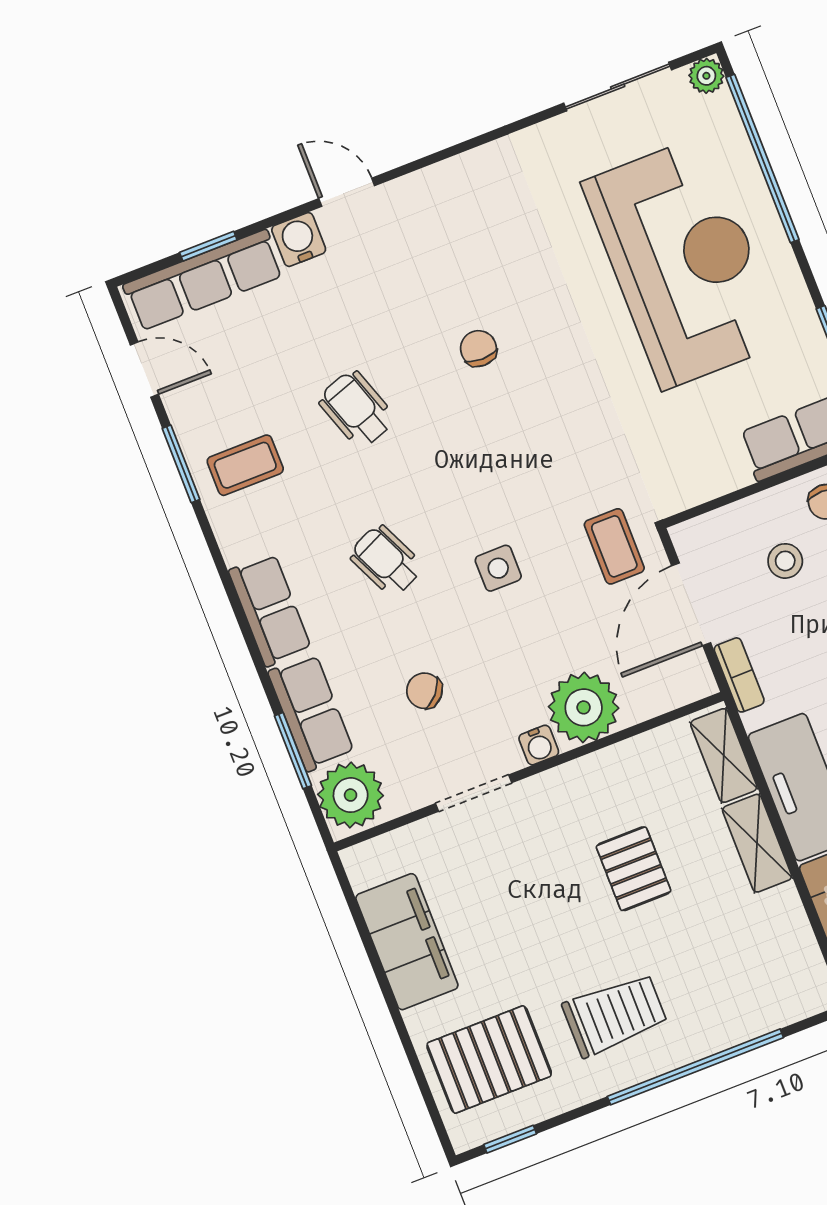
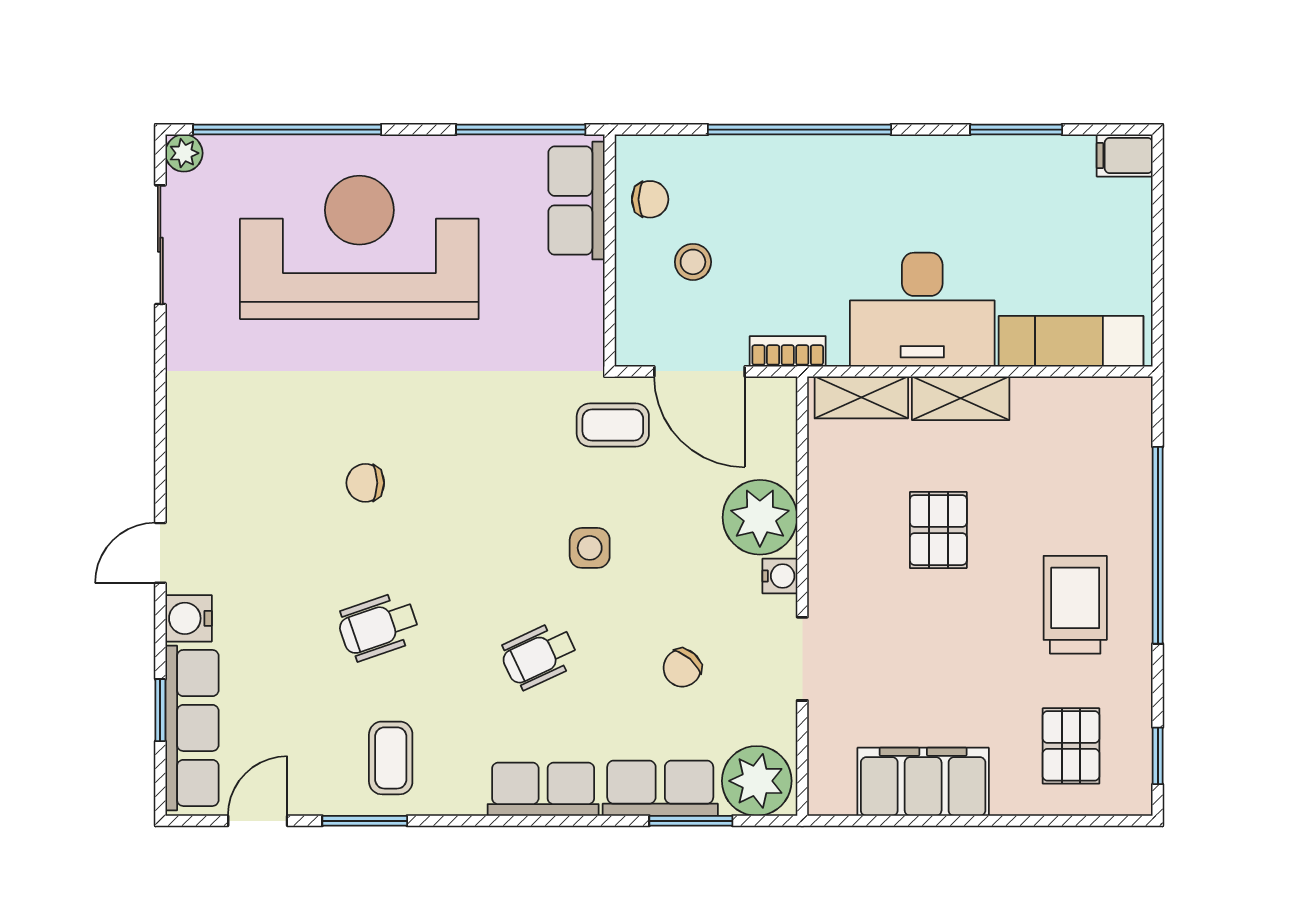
pallet: (634, 869) -> (938, 530), turned 90
pallet: (489, 1059) -> (1071, 746), width x0.67, depth x0.71

